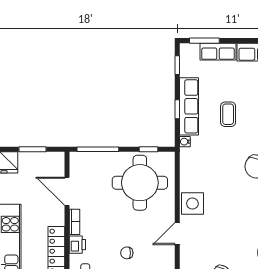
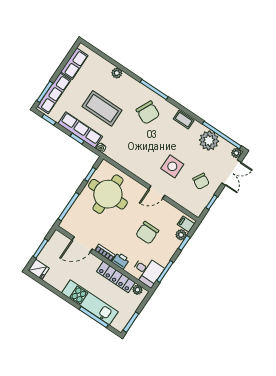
row of seats: (218, 52) -> (54, 93), width x1.48
coffee table: (228, 114) -> (102, 108), width x1.86, depth x1.72
side table: (192, 204) -> (172, 166), moved
door: (177, 234) -> (157, 192), hinge flipped
chair: (127, 253) -> (147, 233), width x1.87, depth x1.87

